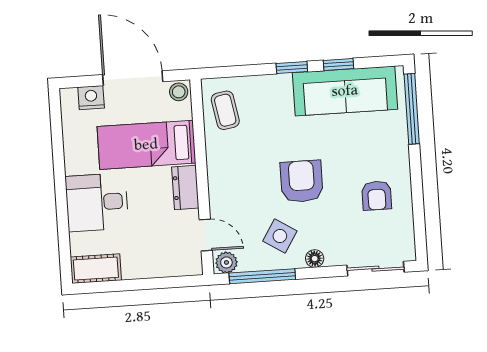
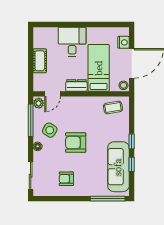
armchair: (302, 181) -> (76, 143), turned 180
cot: (96, 269) -> (40, 61), moved

